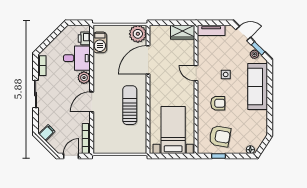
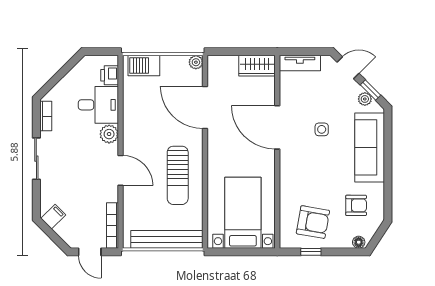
plant: (138, 34) -> (196, 62), width x0.53, depth x0.53
barbecue: (100, 42) -> (144, 66), moved, turned 90
door: (148, 60) -> (205, 107), hinge flipped
door: (196, 73) -> (277, 127), width x1.87
door: (92, 102) -> (120, 170), swing flipped
armchair: (218, 103) -> (356, 205), moved
sun lounger: (130, 105) -> (178, 175), turned 180
bench: (123, 148) -> (167, 239), added
door: (71, 156) -> (90, 252), swing flipped

